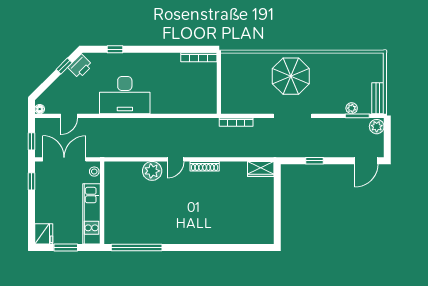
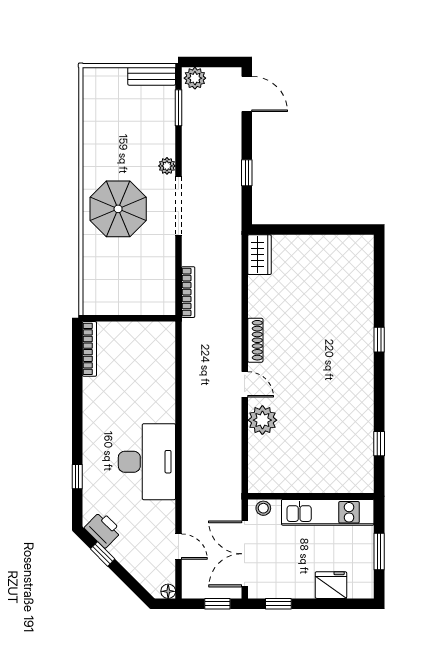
plant: (352, 108) -> (167, 166), moved
fridge: (44, 234) -> (331, 585), moved
window: (137, 248) -> (379, 444), width x0.32
window: (205, 248) -> (379, 340), added

